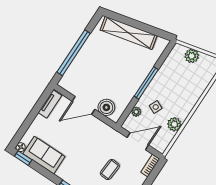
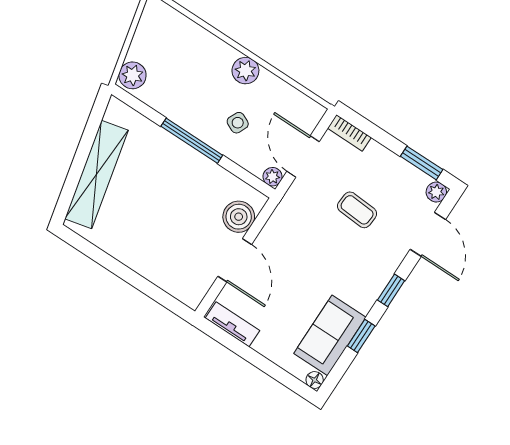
window: (74, 53) -> (134, 279), removed
plant: (192, 56) -> (132, 75), moved
plant: (136, 112) -> (273, 177), moved
plant: (174, 124) -> (245, 71), moved
window: (23, 158) -> (361, 336), moved

